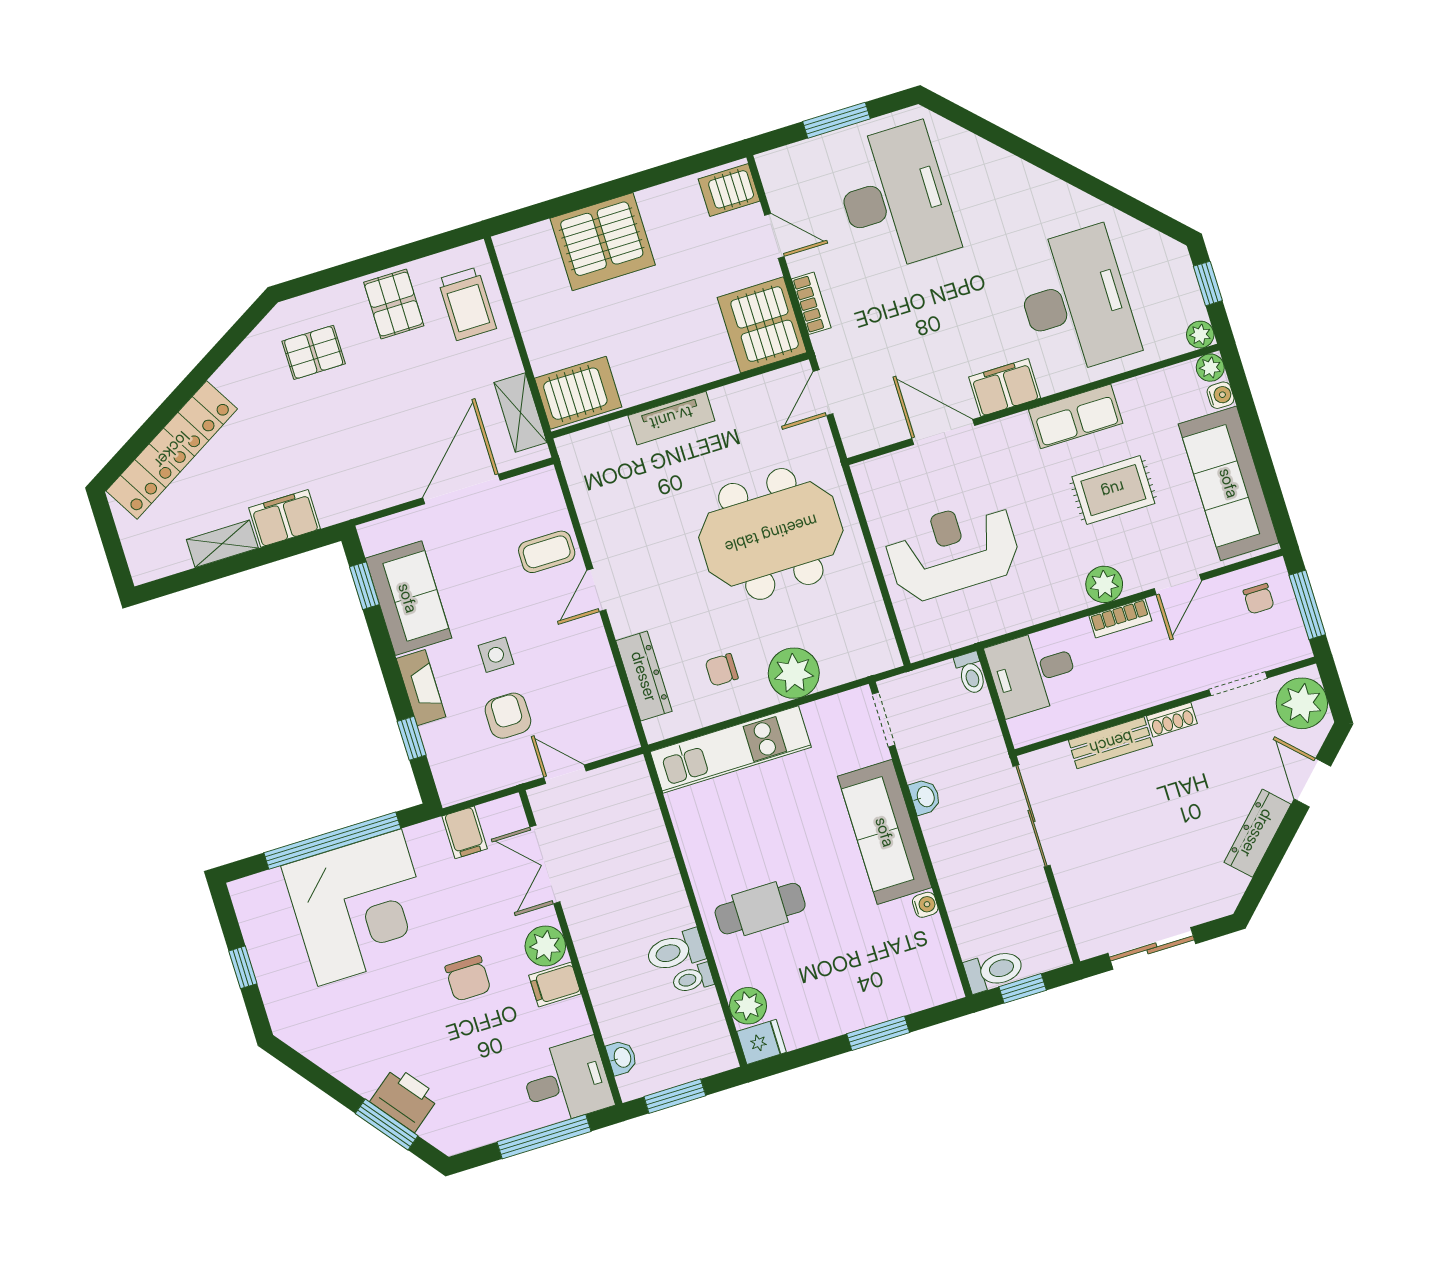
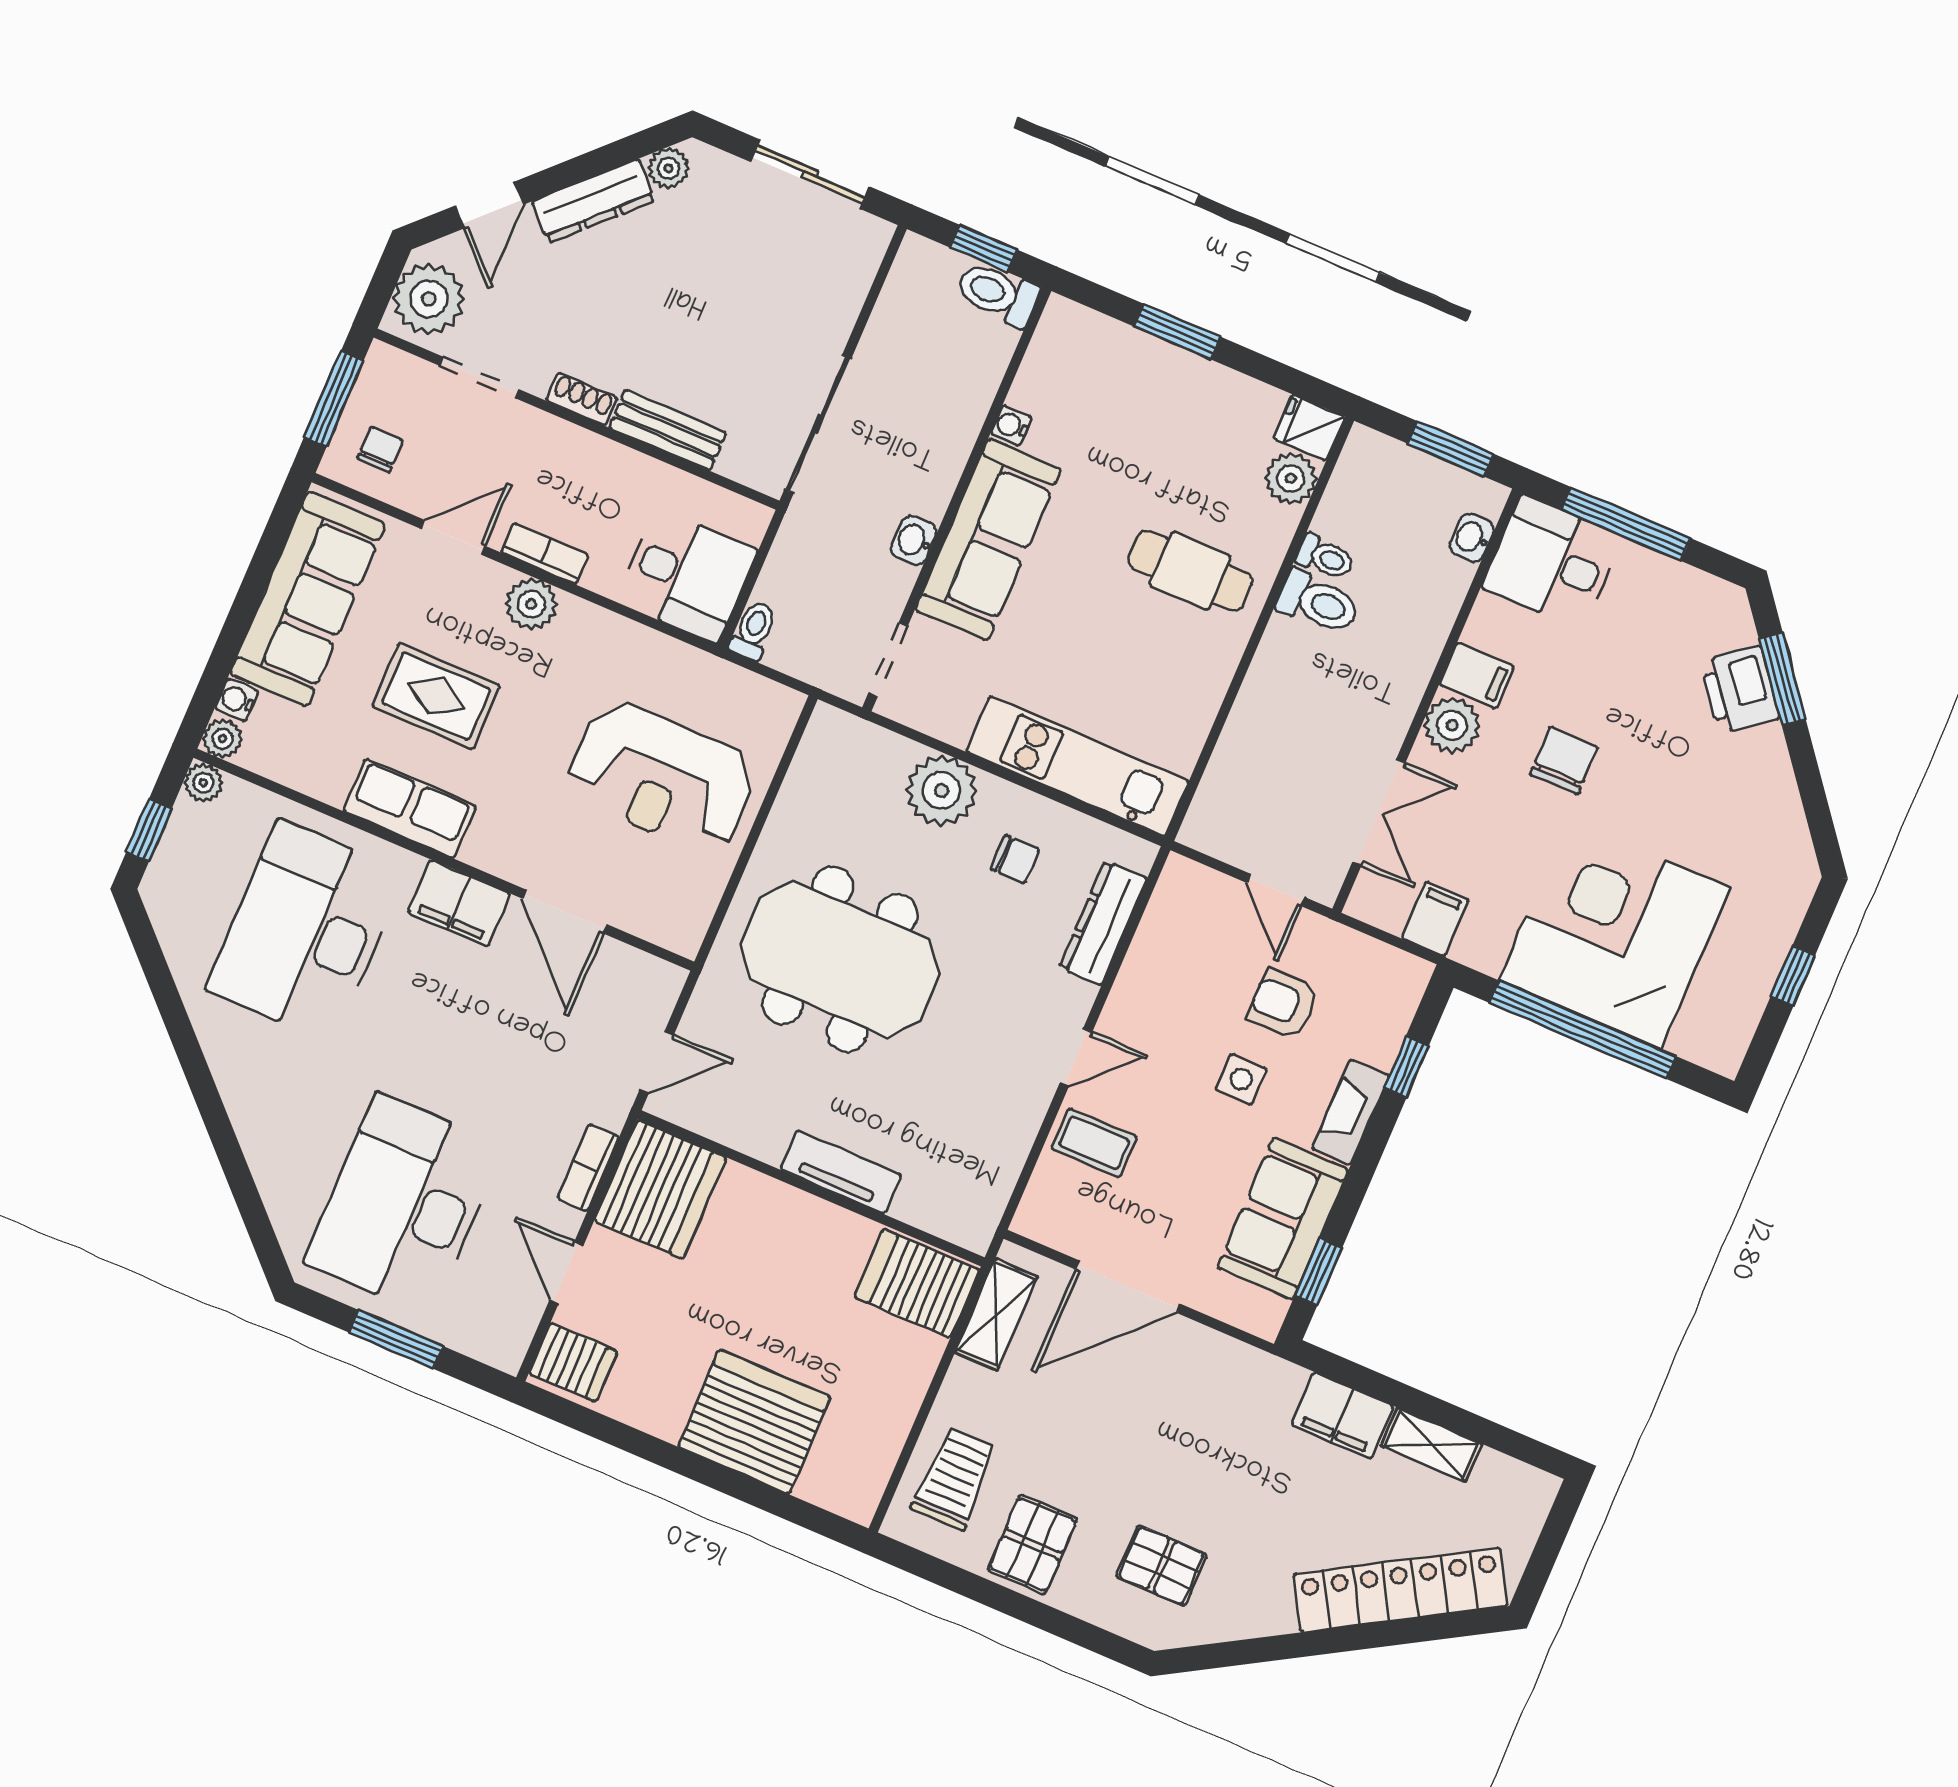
armchair: (508, 716) -> (1283, 1004), turned 90
plant: (1232, 886) -> (669, 168), added

